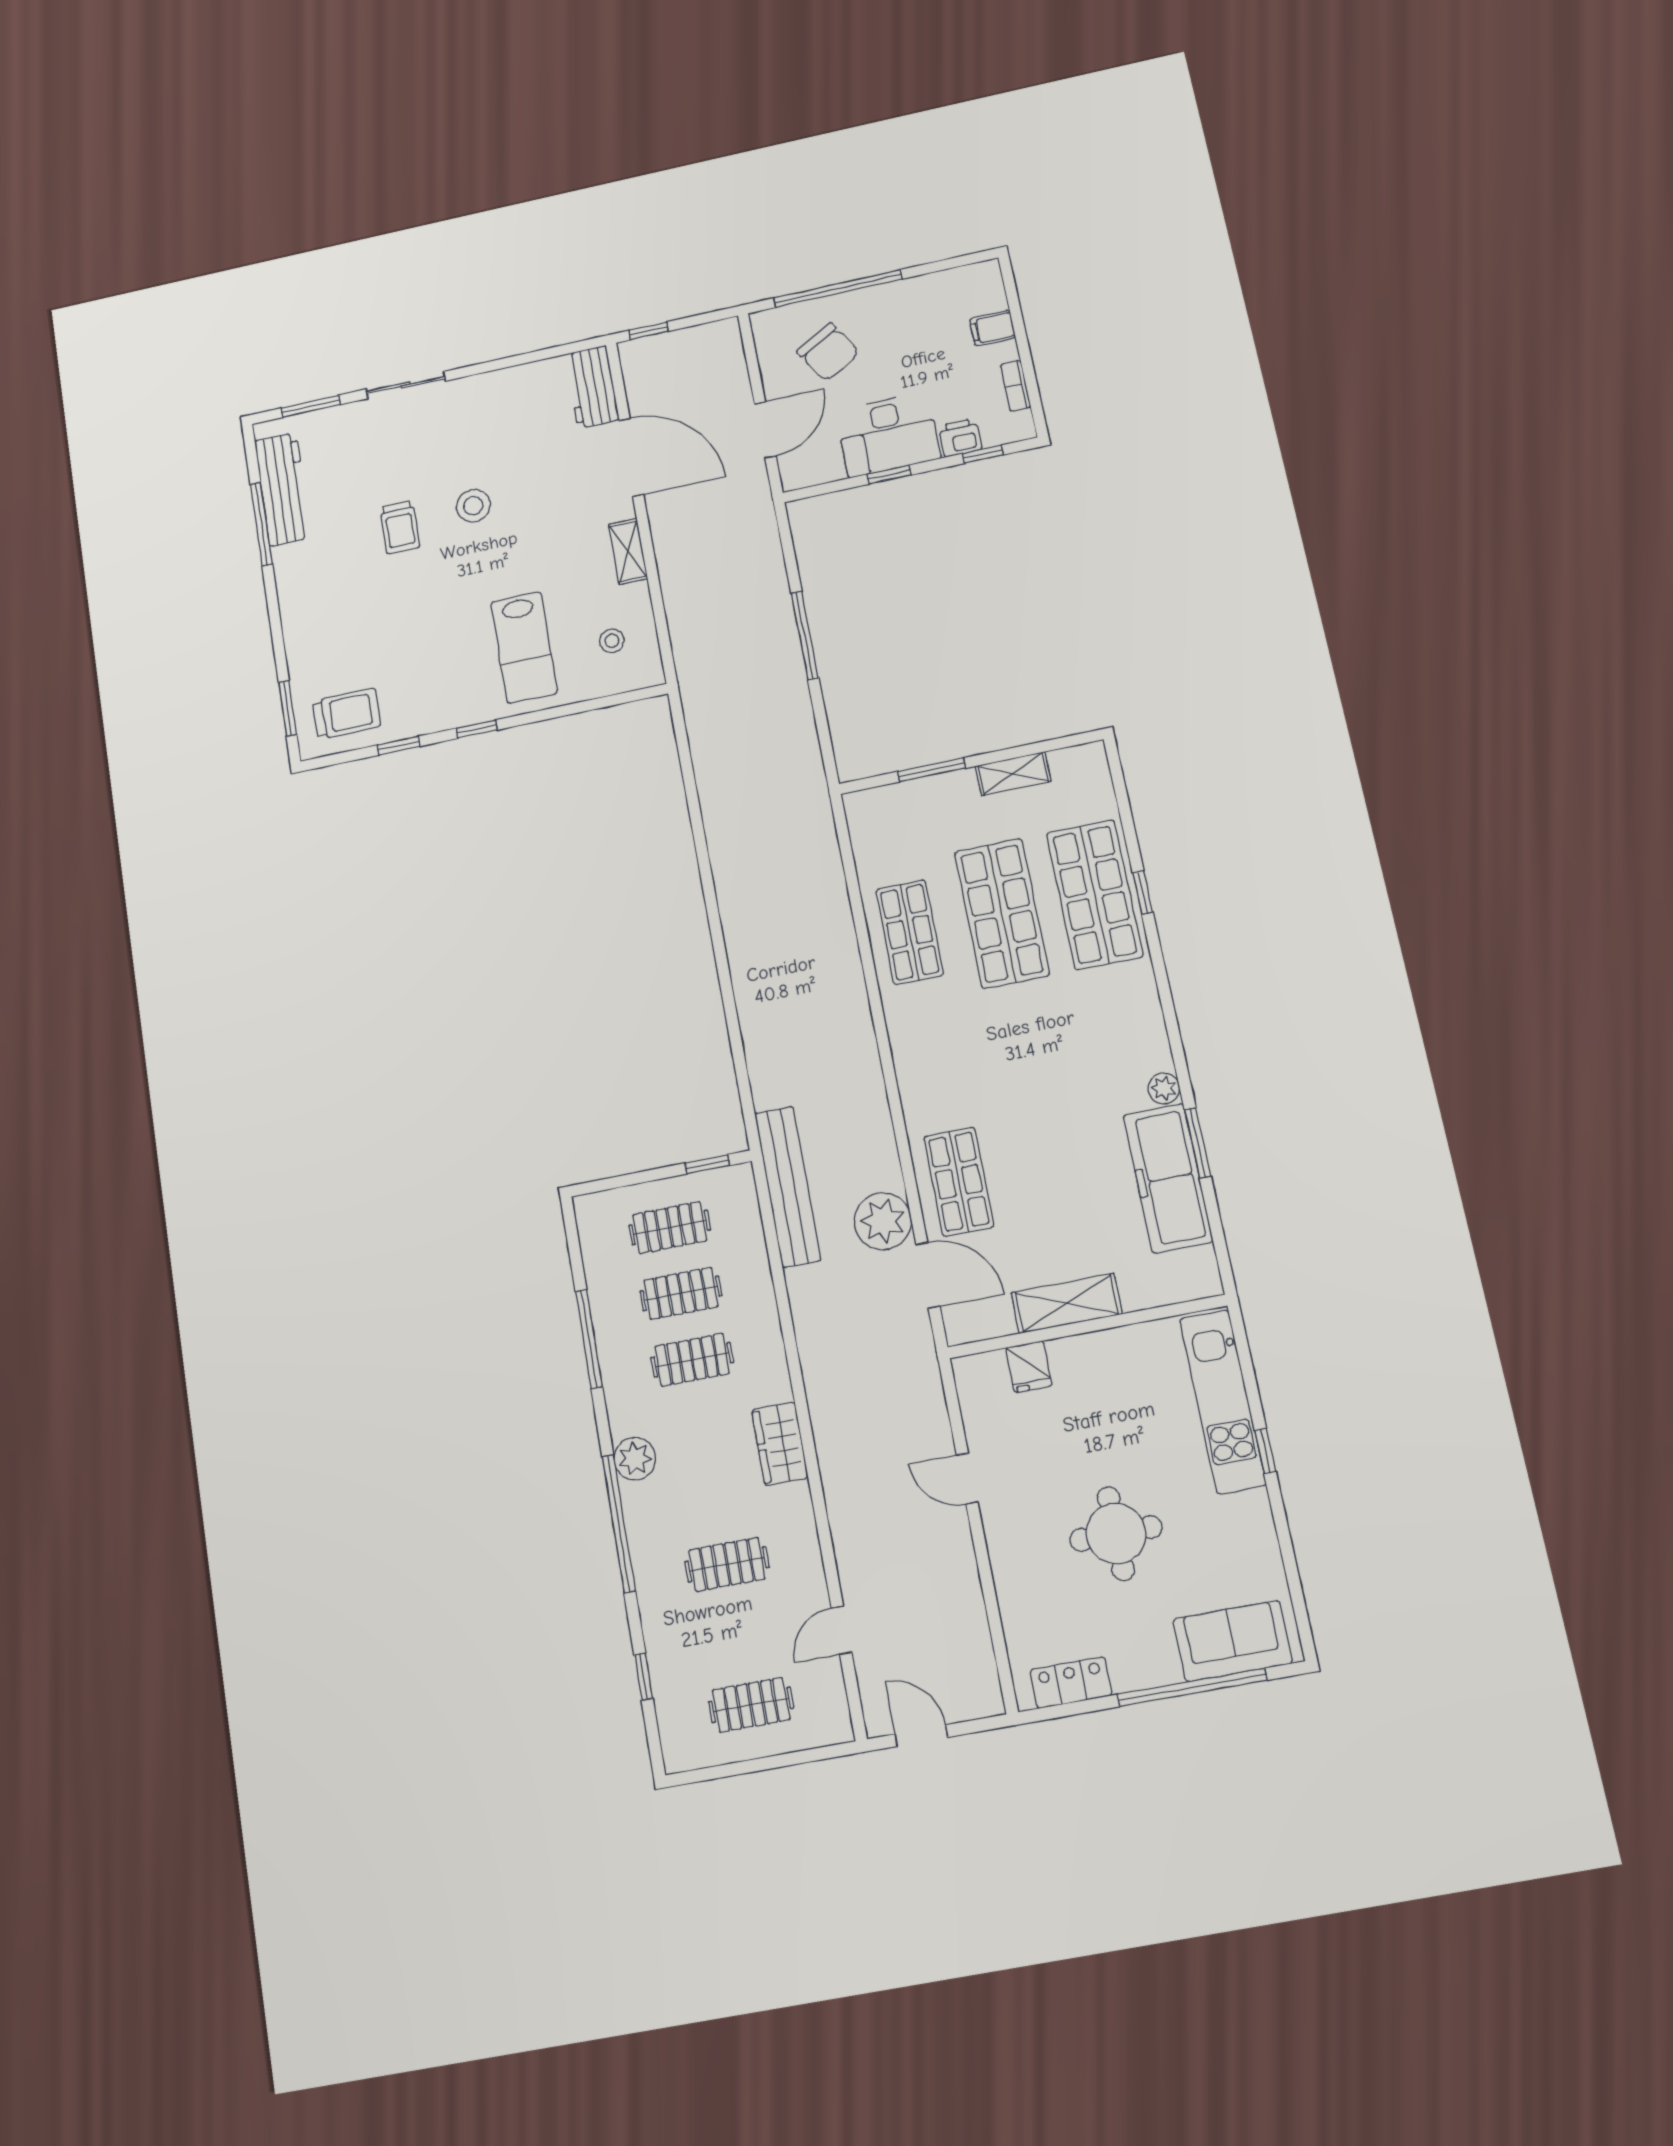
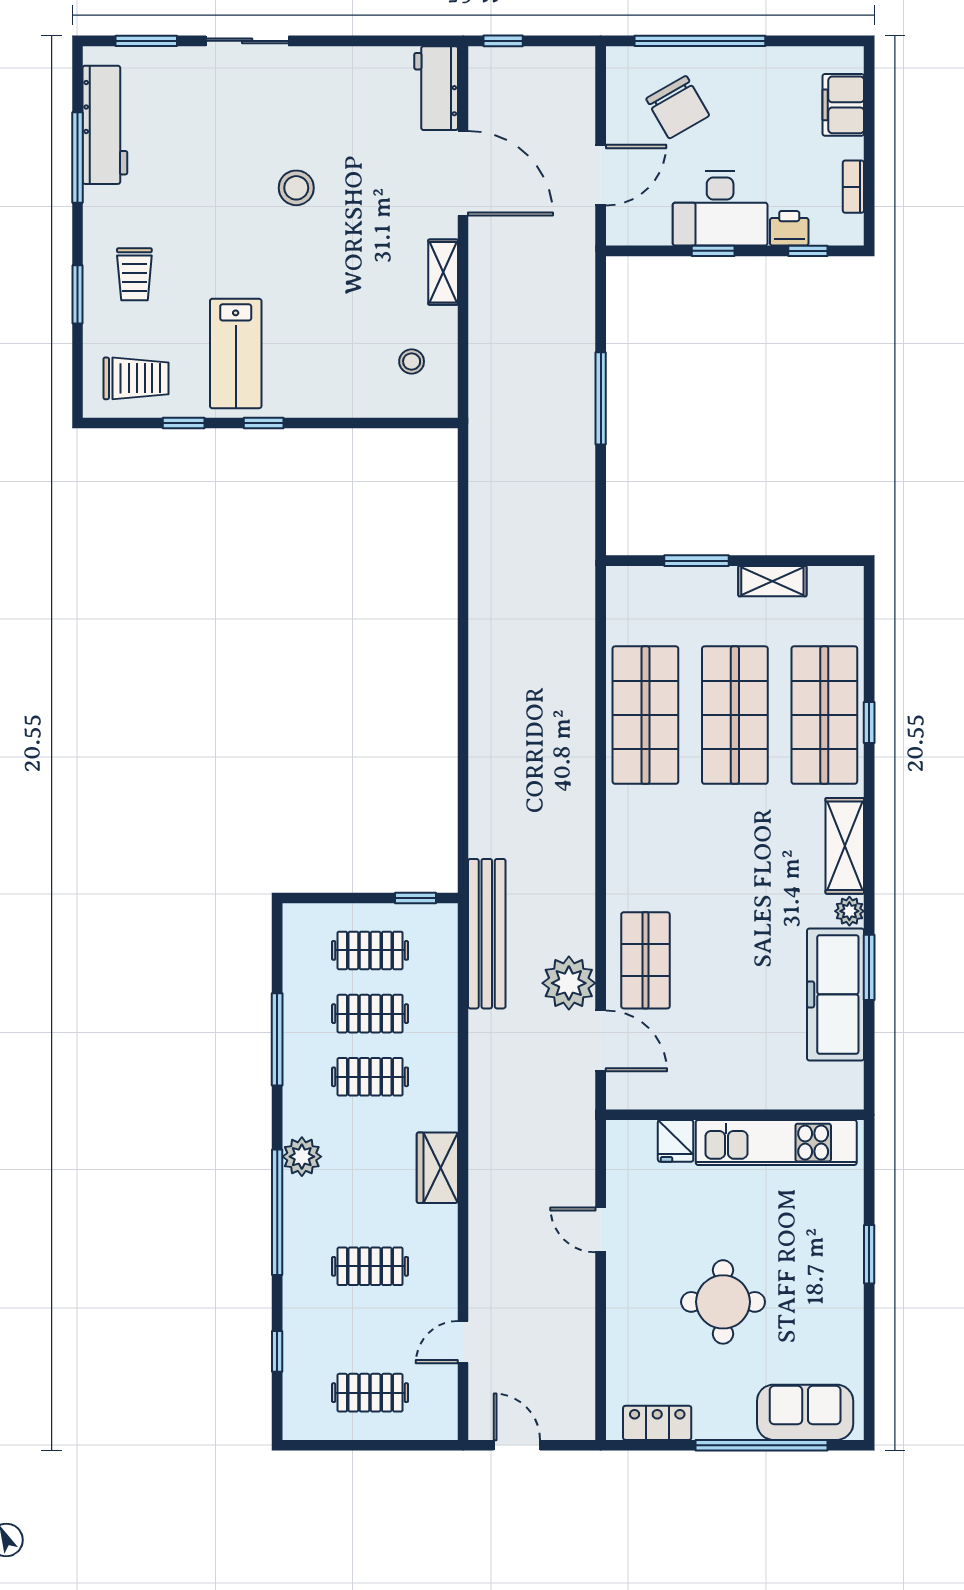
filing cabinet: (993, 328) -> (843, 105), width x2.00
trolley: (400, 527) -> (134, 274), moved
lab bench: (524, 647) -> (236, 353), moved
window: (288, 708) -> (77, 294), moved
shop shelf: (910, 932) -> (645, 715), width x1.43, depth x1.36
shelving: (1067, 1303) -> (845, 846), moved, turned 90
kitchen unit: (1223, 1401) -> (776, 1143), moved, turned -90
window: (1265, 1451) -> (869, 1254), width x1.50

